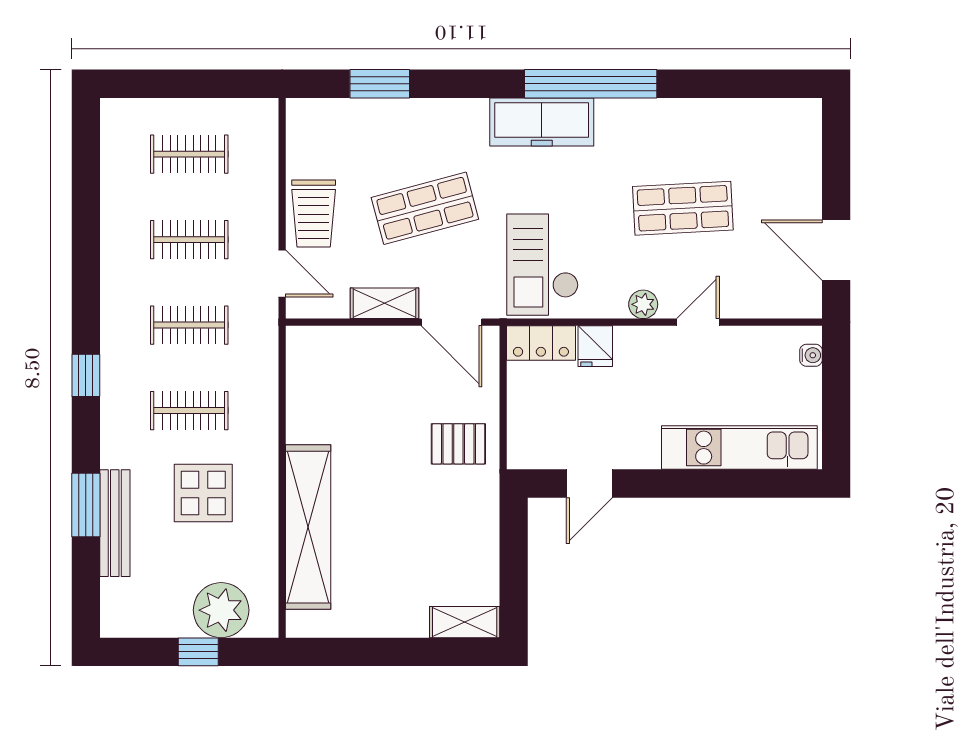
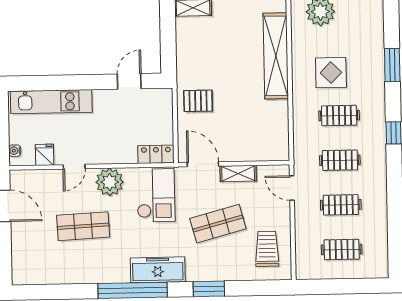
window: (380, 84) -> (209, 289), moved
trolley: (314, 214) -> (267, 249), moved
plant: (643, 304) -> (110, 182), width x1.88, depth x1.88
fridge: (595, 346) -> (45, 155), moved
bench: (115, 523) -> (377, 56), removed

